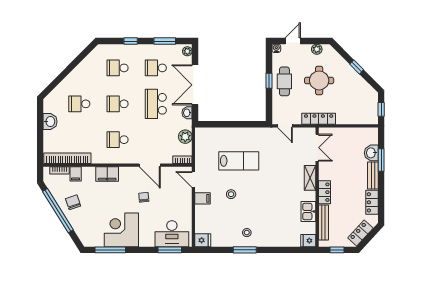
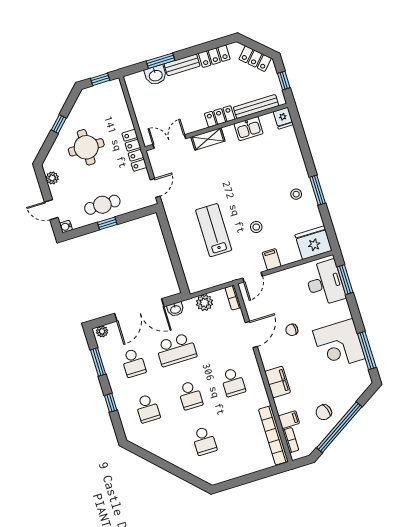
round table: (319, 80) -> (86, 147), moved
washbasin: (50, 122) -> (236, 469), removed
fridge: (203, 240) -> (314, 243), width x1.88, depth x1.34

